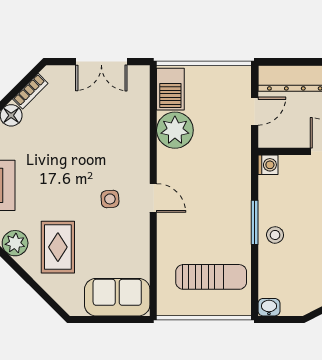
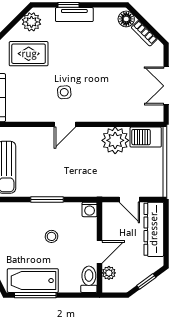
stool: (275, 235) -> (51, 236), moved

